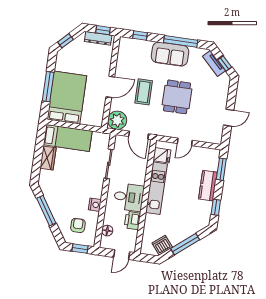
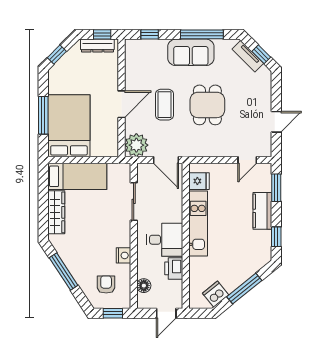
door: (185, 142) -> (247, 160), moved
wardrobe: (48, 158) -> (56, 212), width x1.50

